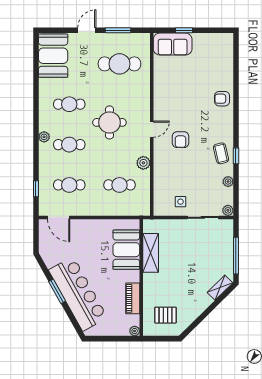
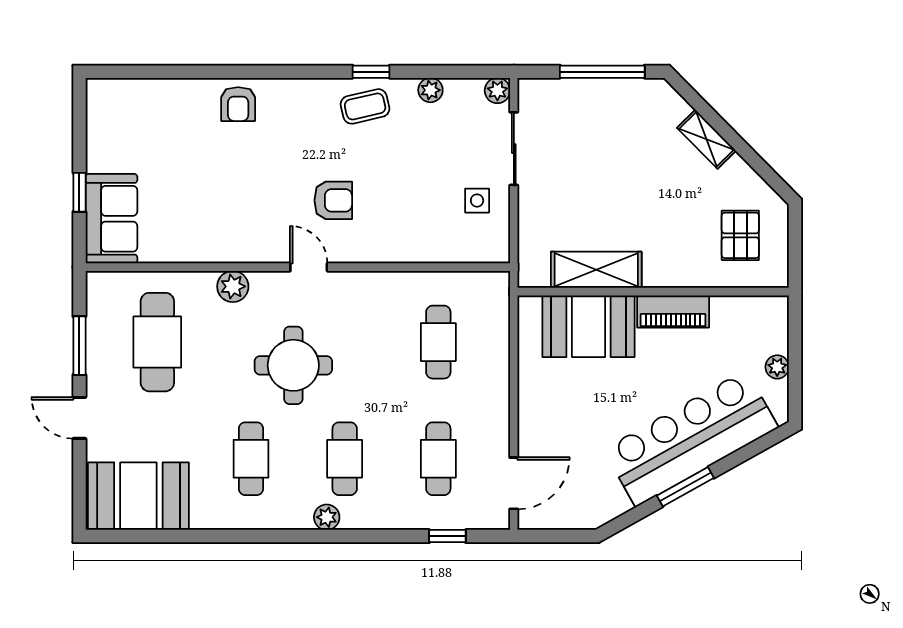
plant: (143, 163) -> (233, 286), moved
shelving: (220, 288) -> (707, 139), moved
piano: (133, 298) -> (673, 311), moved
plant: (135, 331) -> (777, 367), moved

